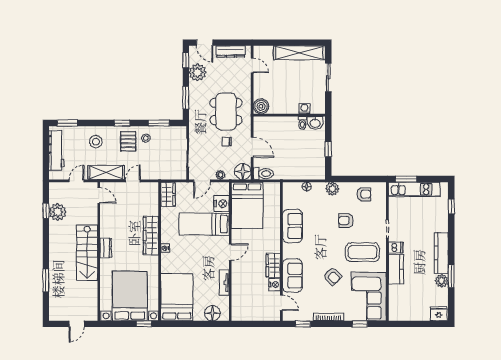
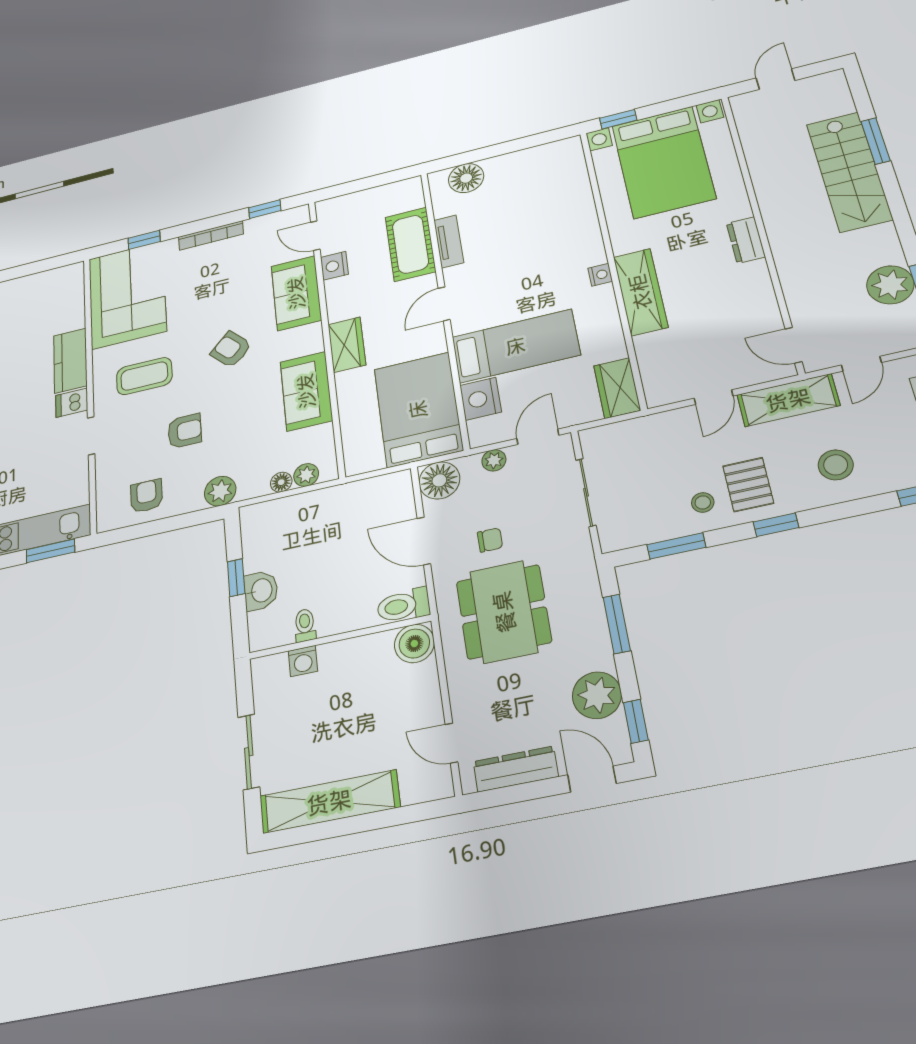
washbasin: (315, 123) -> (261, 591), moved, turned 90
toilet: (263, 174) -> (403, 606), moved
plant: (296, 187) -> (306, 475), added
armchair: (364, 194) -> (147, 496), turned 90
coffee table: (362, 252) -> (144, 376), width x0.73, depth x0.76
stairs: (87, 253) -> (849, 171), moved, turned 180
wardrobe: (273, 266) -> (347, 345), moved
armchair: (332, 276) -> (231, 349), moved
cot: (241, 286) -> (410, 244), added
bed: (177, 297) -> (553, 187), removed

